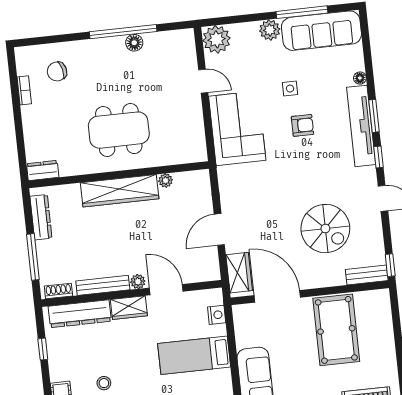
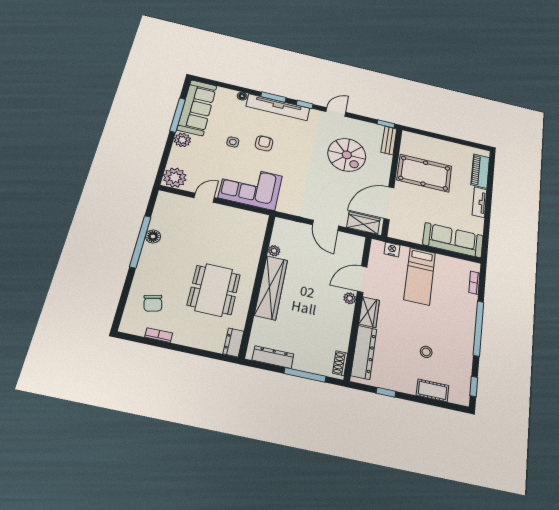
dining table: (119, 130) -> (214, 290), moved
spiral stairs: (325, 229) -> (347, 155), turned 90
bench: (103, 285) -> (345, 326), removed

